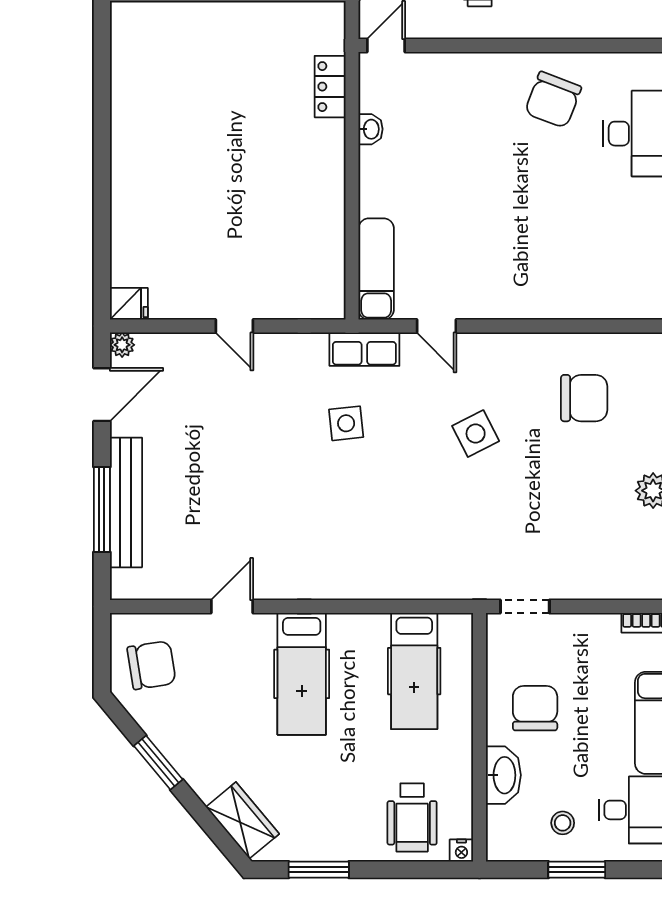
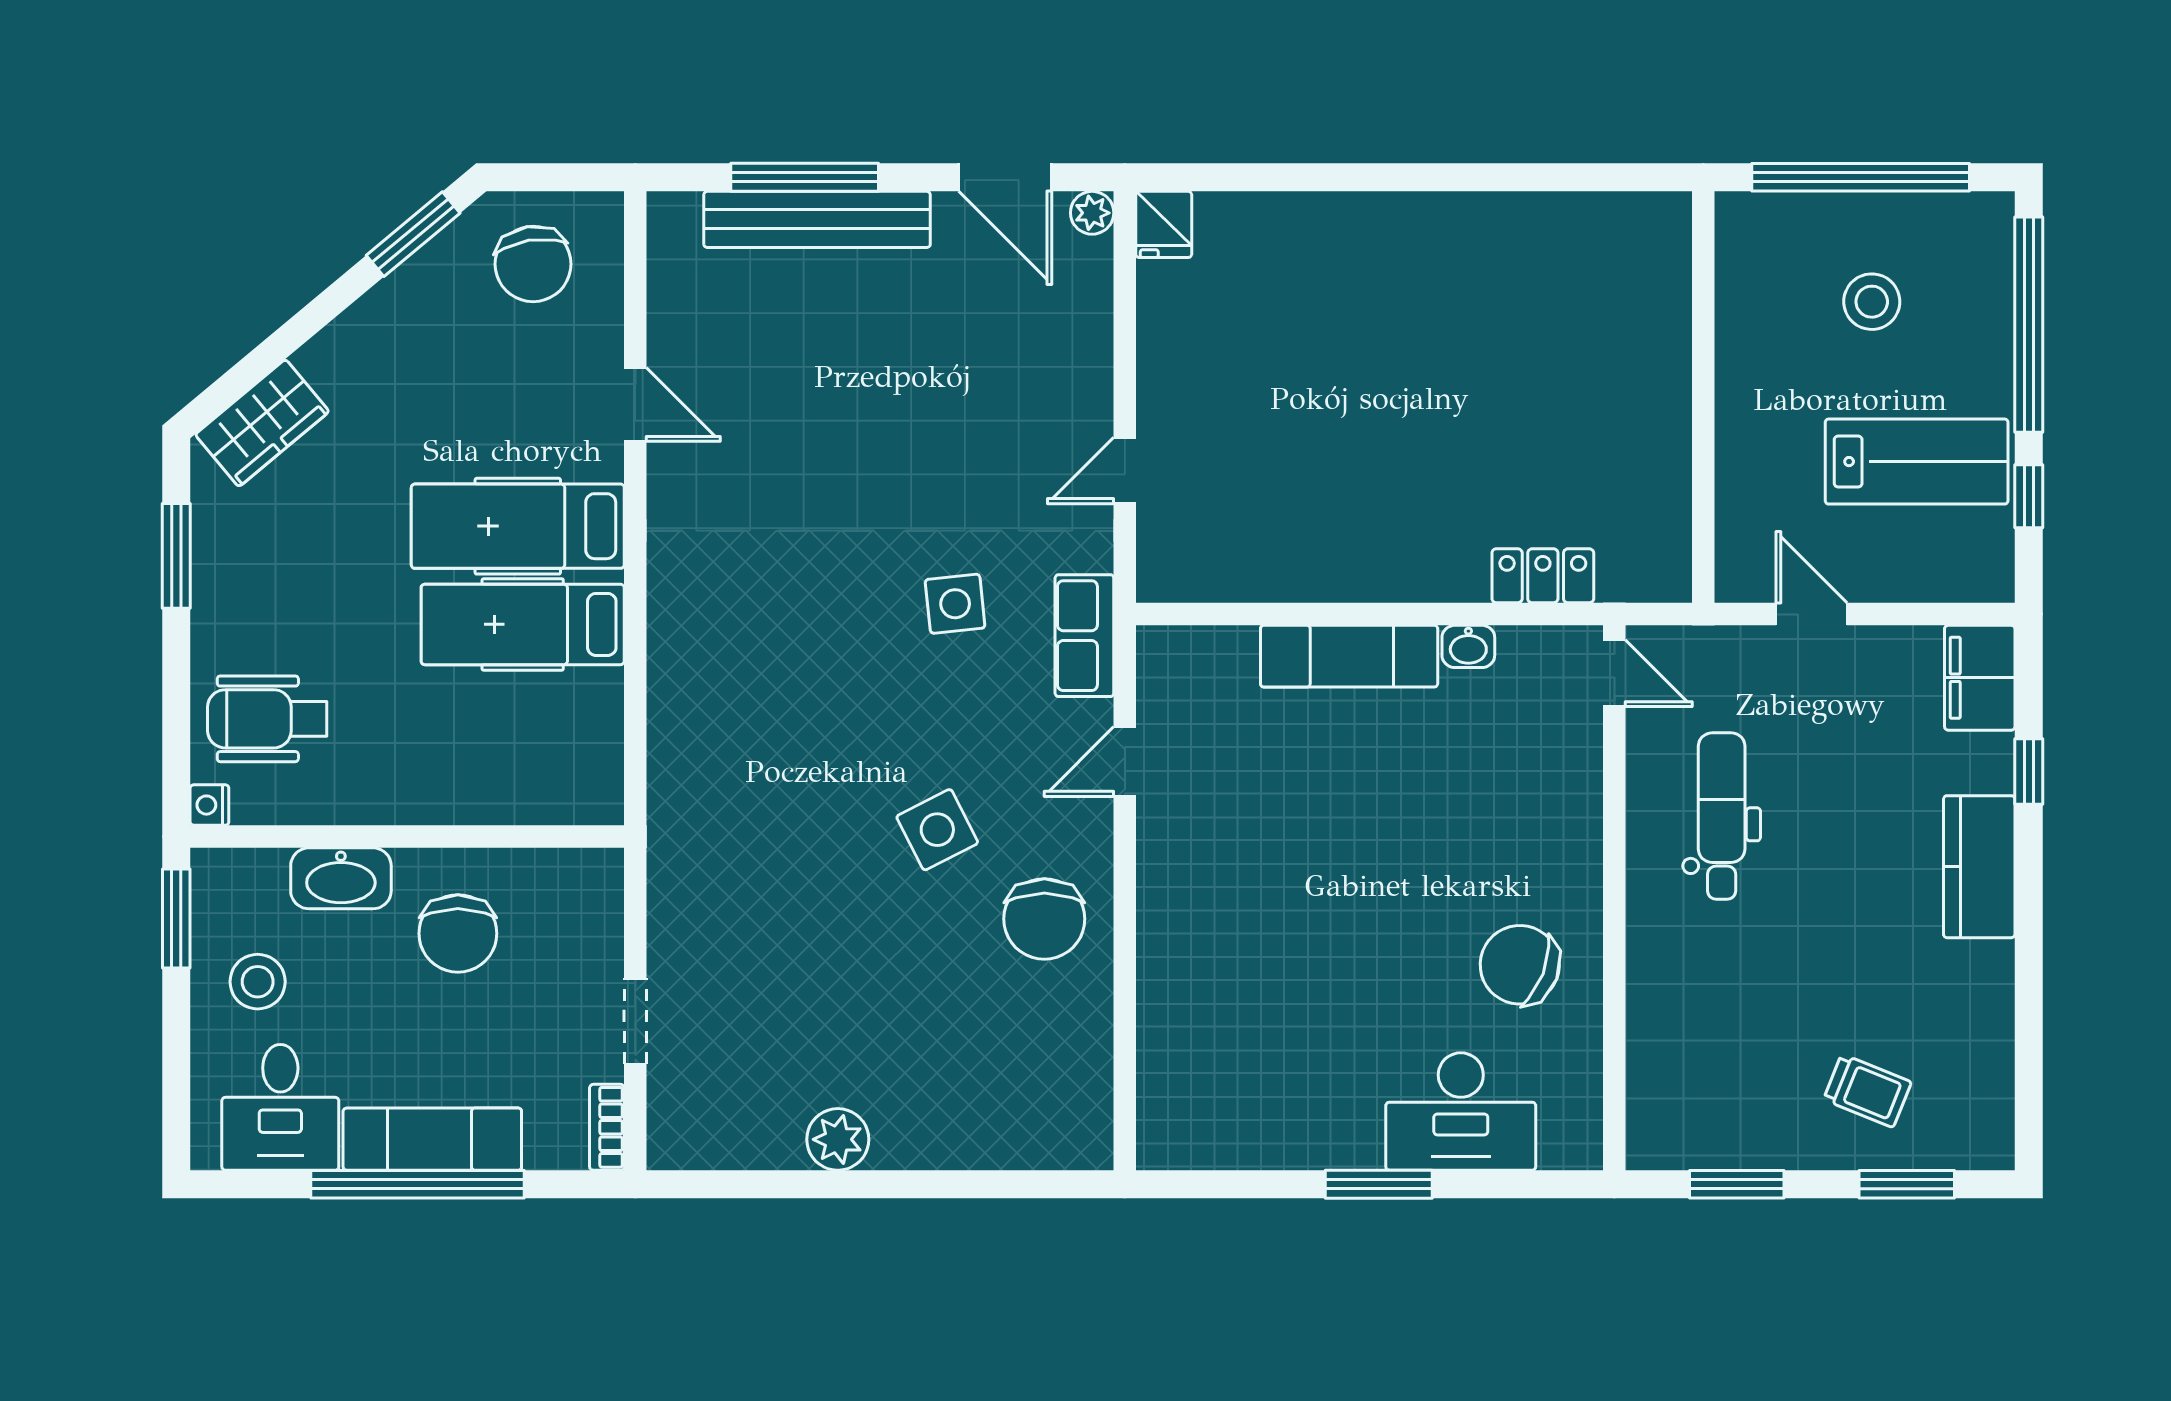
exam couch: (376, 269) -> (1349, 656), moved
door: (234, 326) -> (1125, 470), moved
chair: (584, 398) -> (1044, 919), moved
doorway: (525, 607) -> (635, 1021), moved
hospital bed: (414, 671) -> (523, 624), moved
chair: (535, 708) -> (458, 933), turned 90
window: (158, 763) -> (413, 234), moved
stool: (563, 823) -> (258, 982), width x1.37, depth x1.37
window: (577, 870) -> (176, 918), moved

